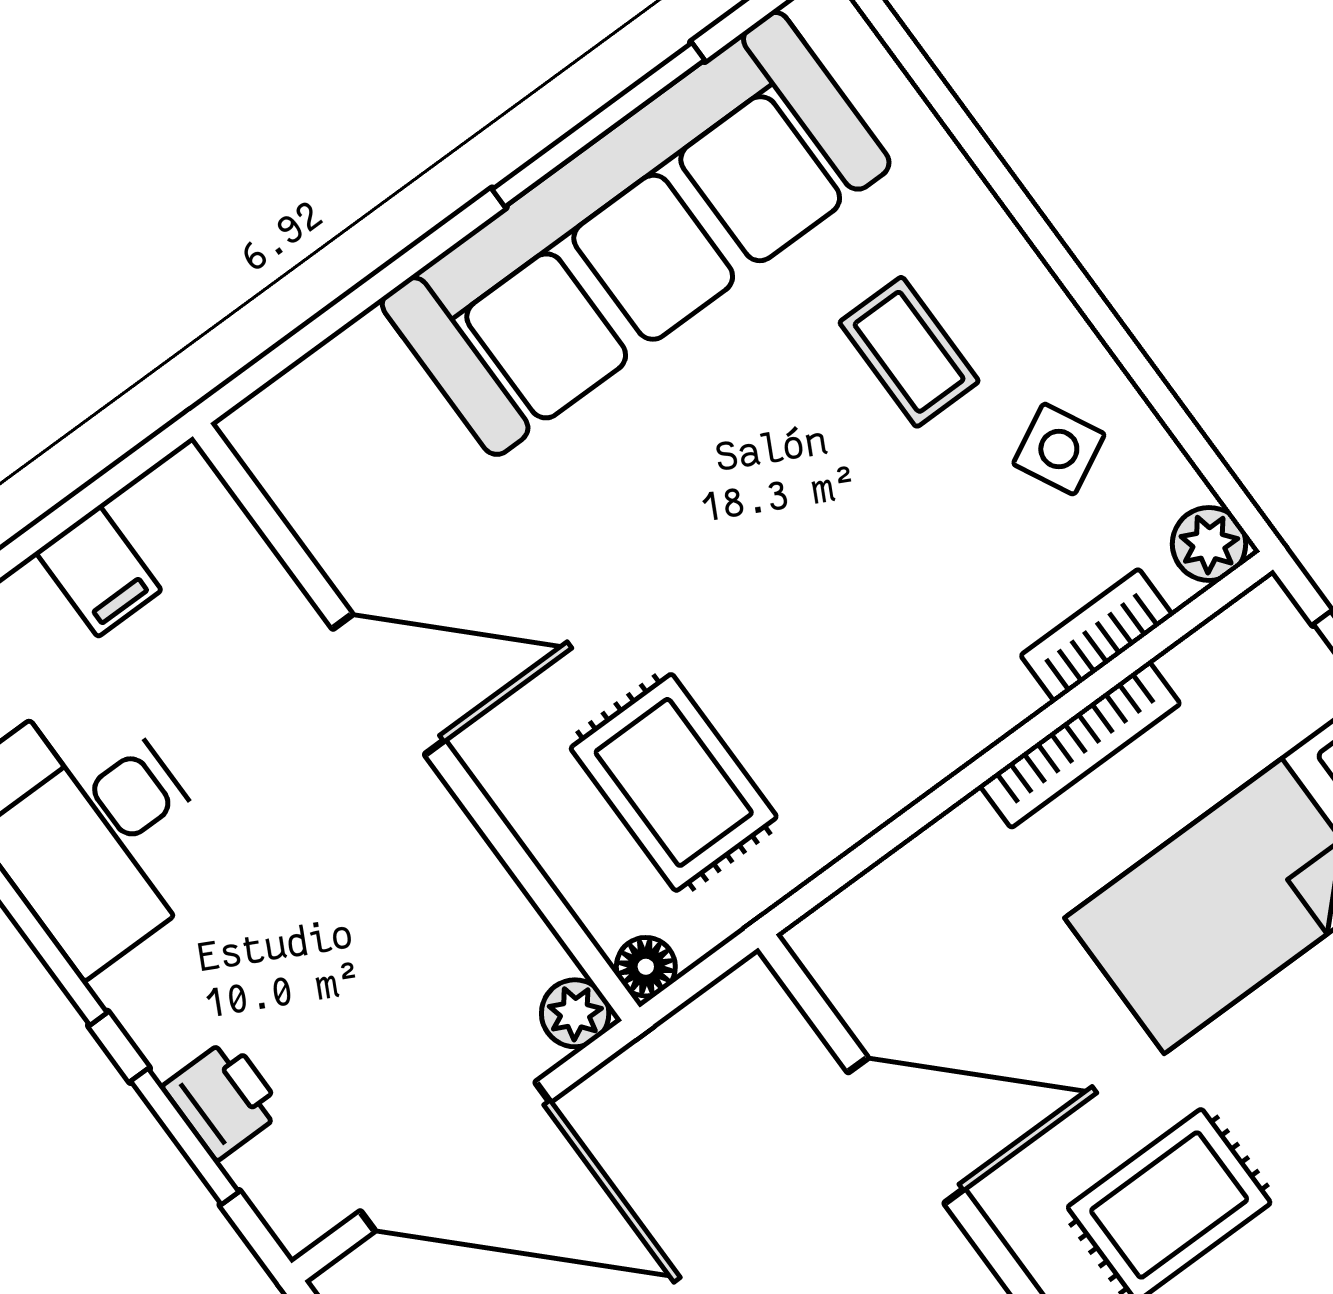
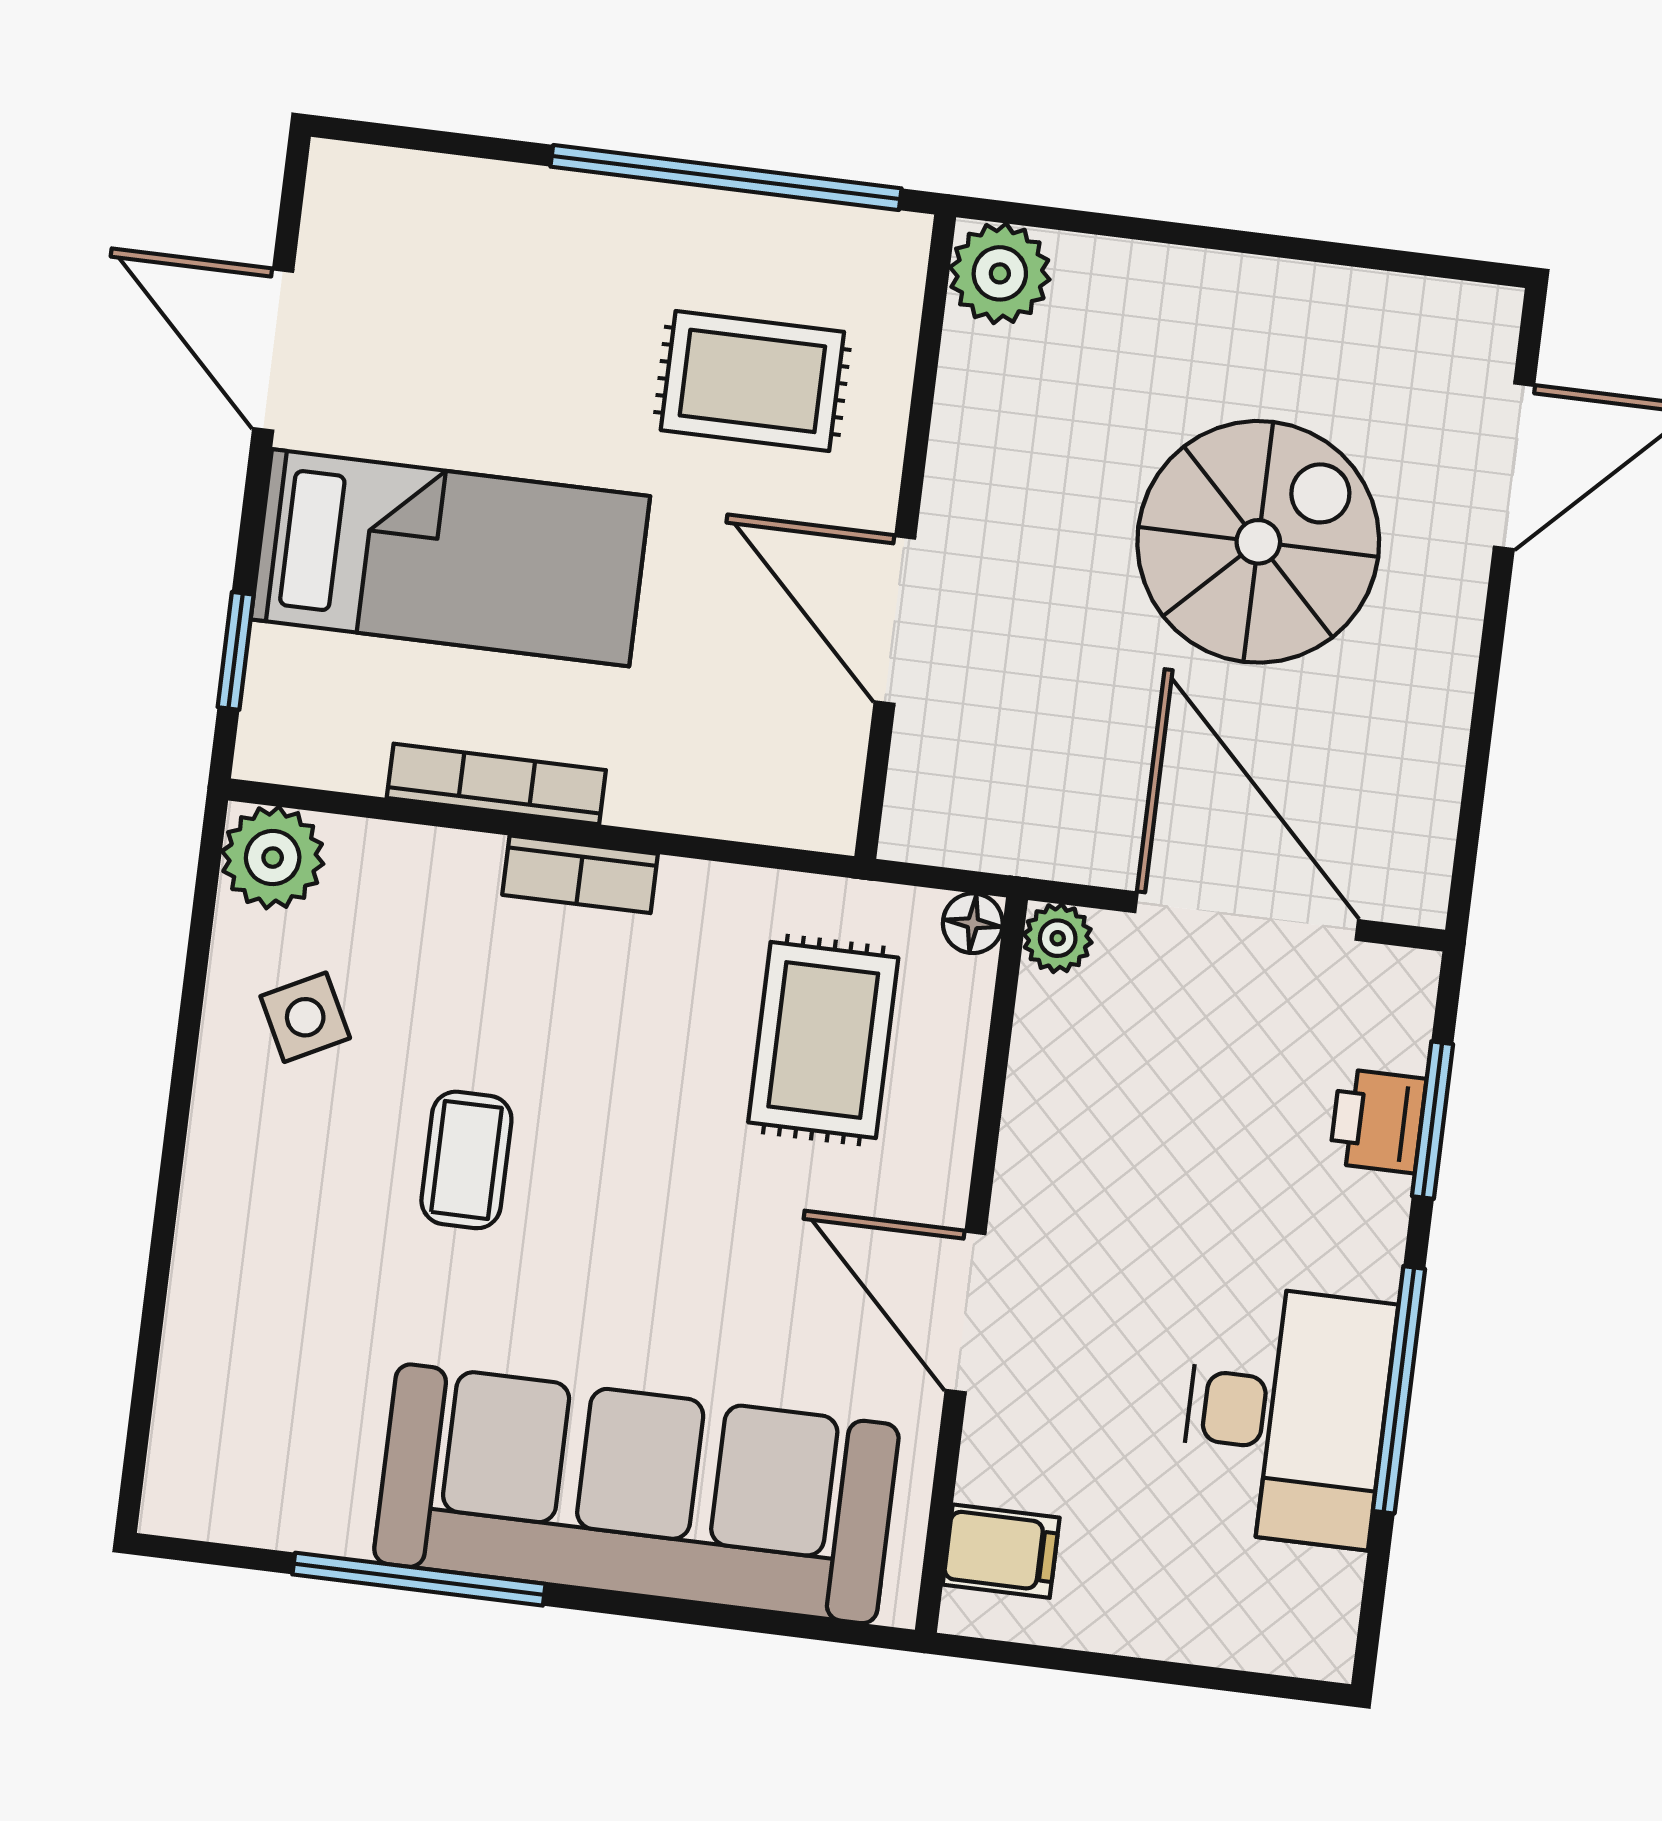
sofa: (636, 233) -> (636, 1494), moved
coffee table: (909, 352) -> (466, 1160), moved
plant: (1209, 544) -> (273, 858), width x1.38, depth x1.38
filing cabinet: (98, 571) -> (1001, 1551), moved, turned 90
bookcase: (1097, 635) -> (580, 874), moved

